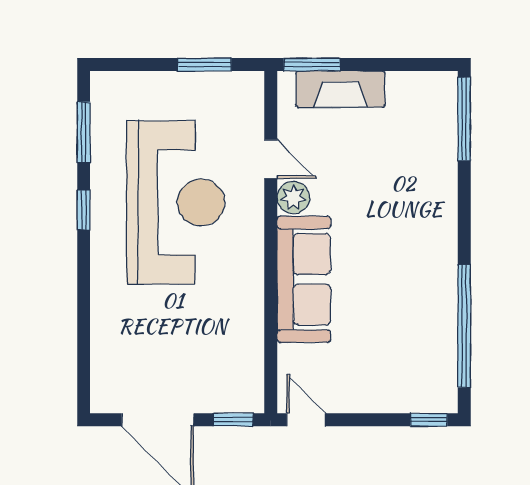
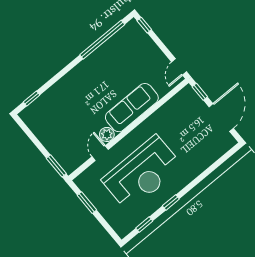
fireplace: (341, 89) -> (57, 149), removed
window: (464, 119) -> (32, 99), width x0.46
window: (84, 132) -> (144, 225), width x0.67
reception desk: (176, 202) -> (142, 173), turned 180

